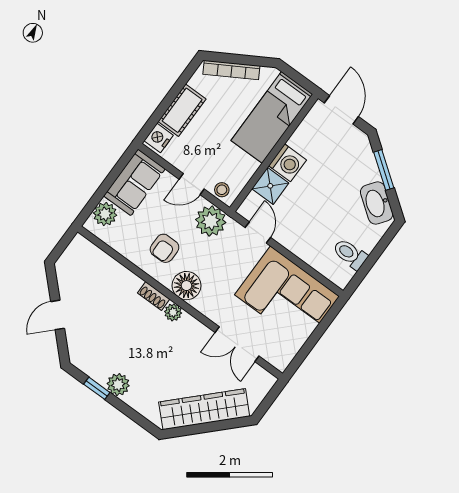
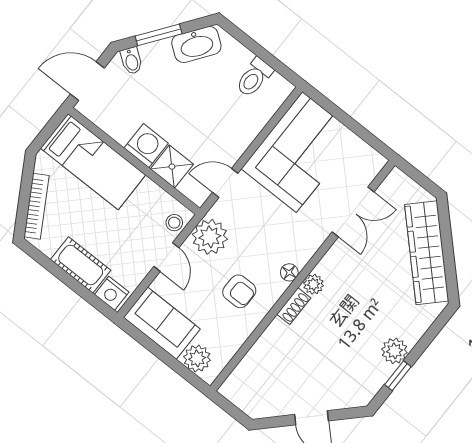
bidet: (360, 147) -> (131, 61), added
floor lamp: (187, 286) -> (289, 272), width x0.53, depth x0.53

